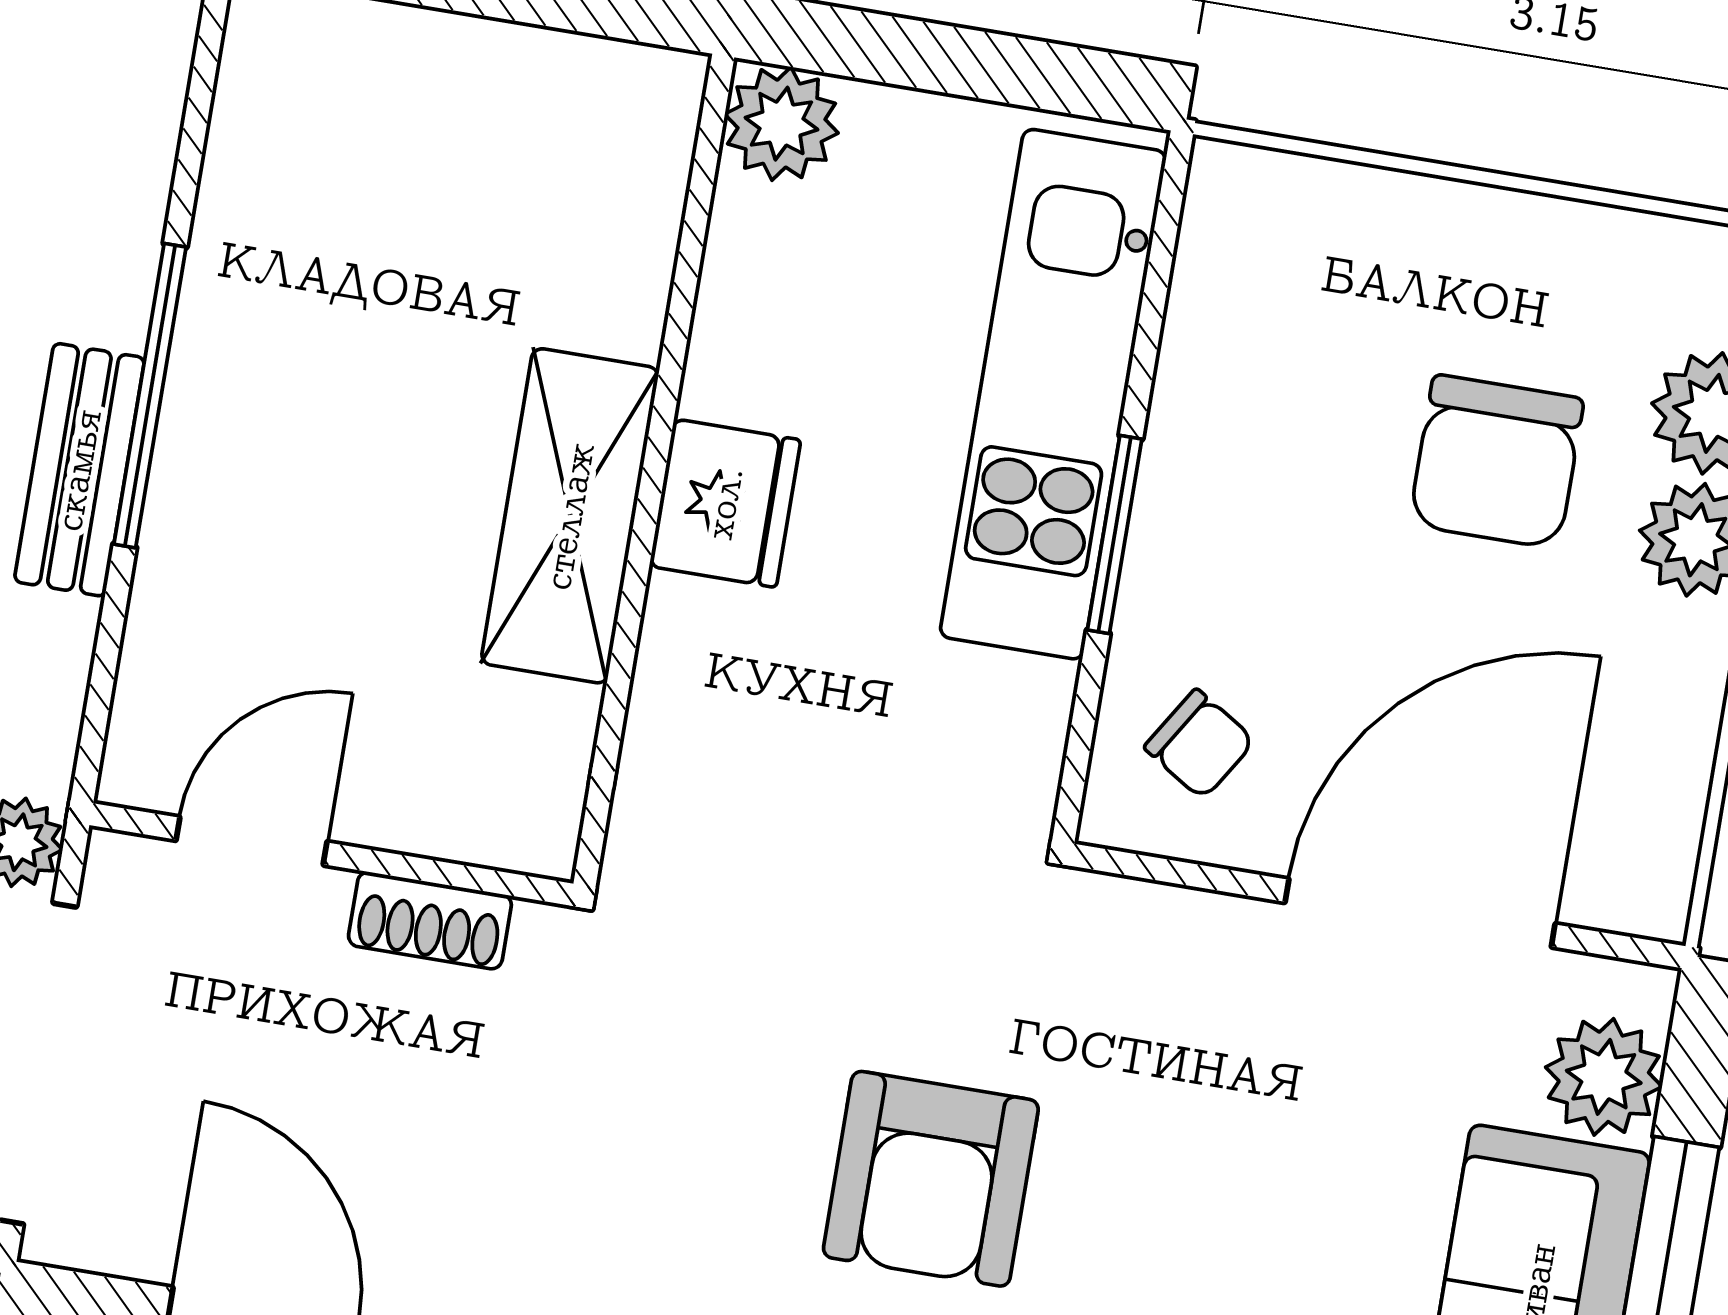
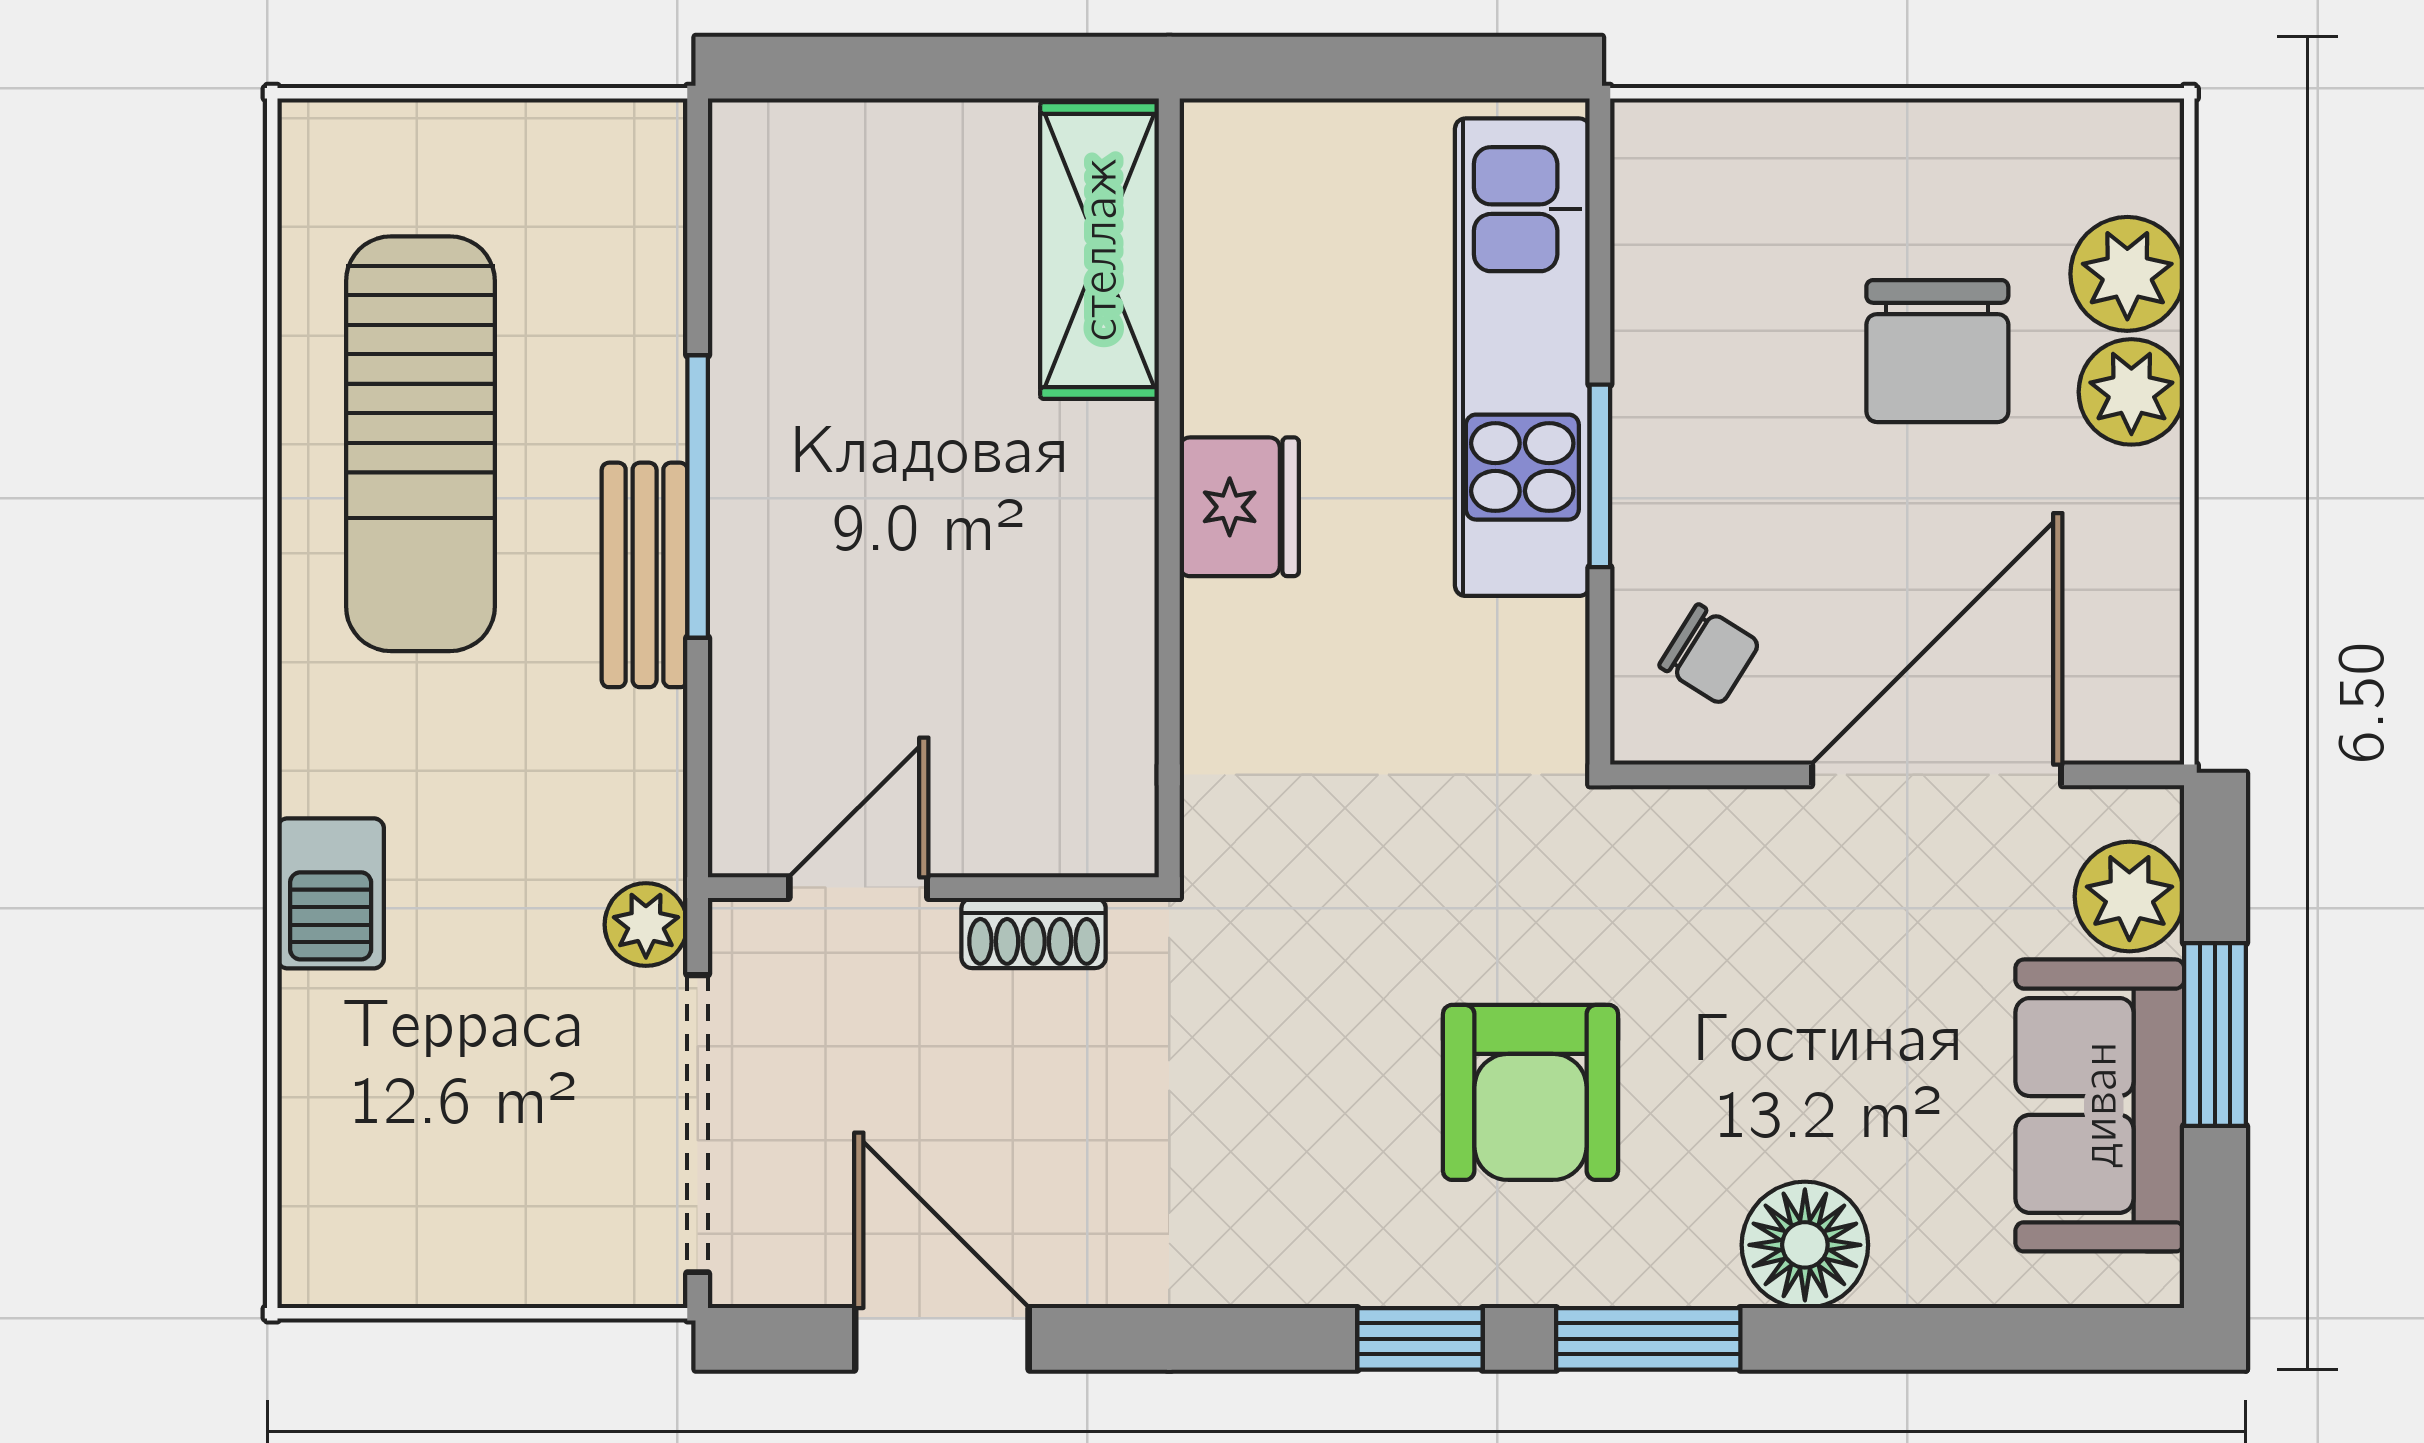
plant: (781, 124) -> (1233, 152), removed
shelving: (570, 516) -> (1100, 250), moved

